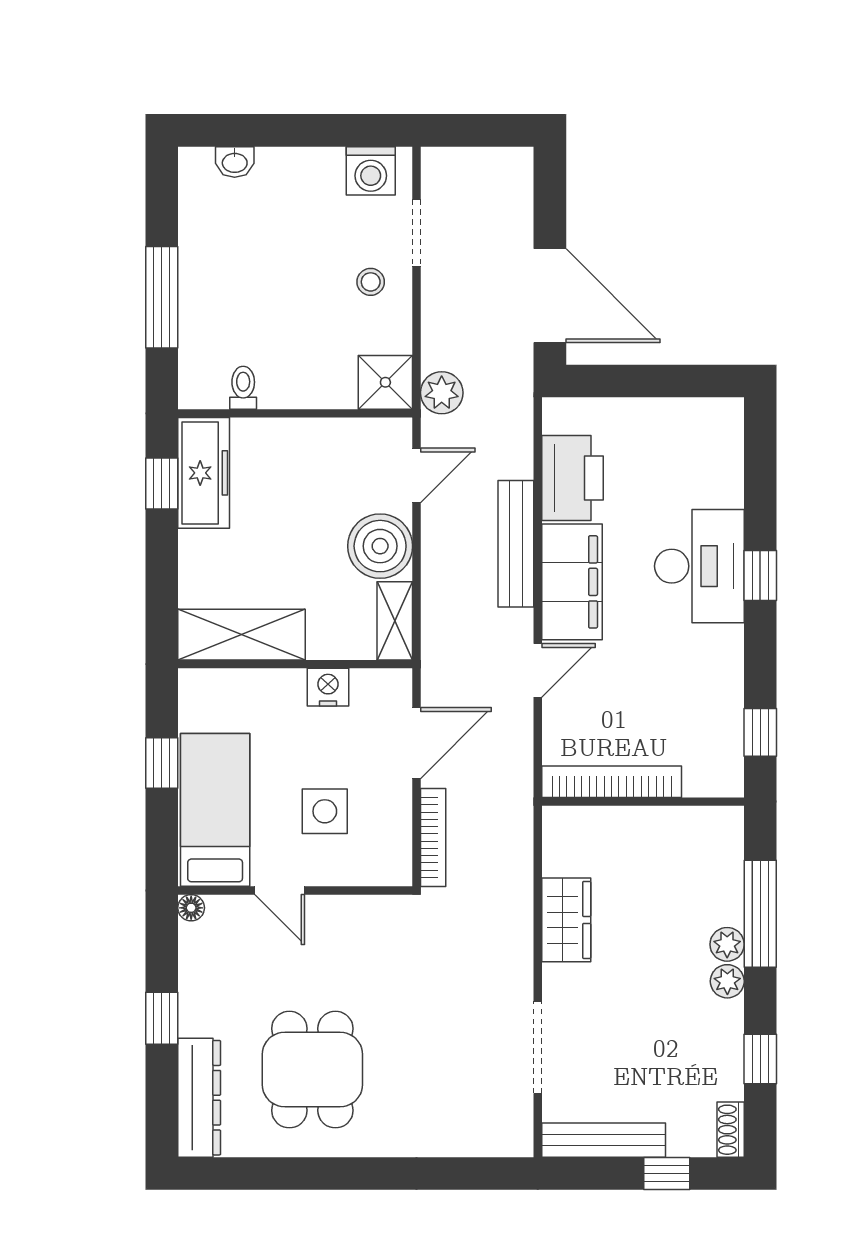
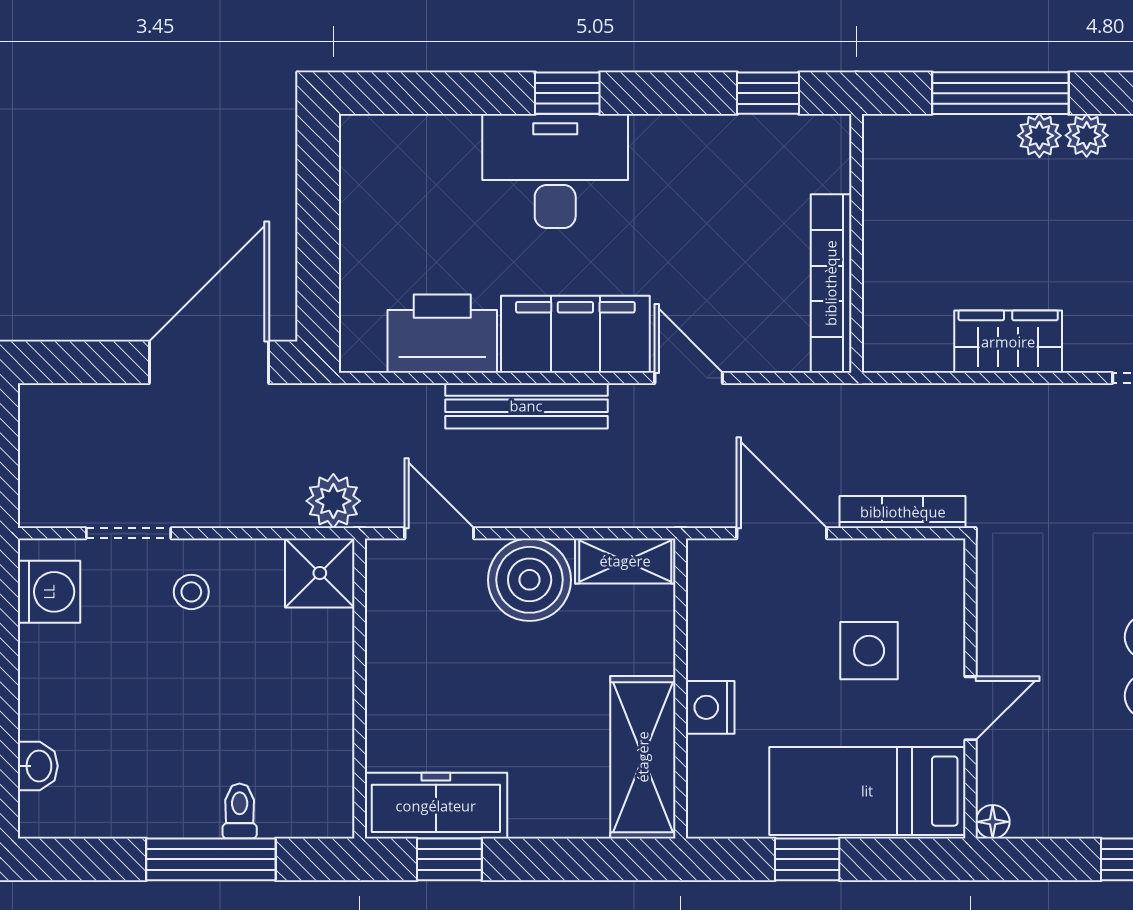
toilet: (243, 388) -> (240, 811), moved, turned 90
nightstand: (328, 687) -> (710, 707), moved

